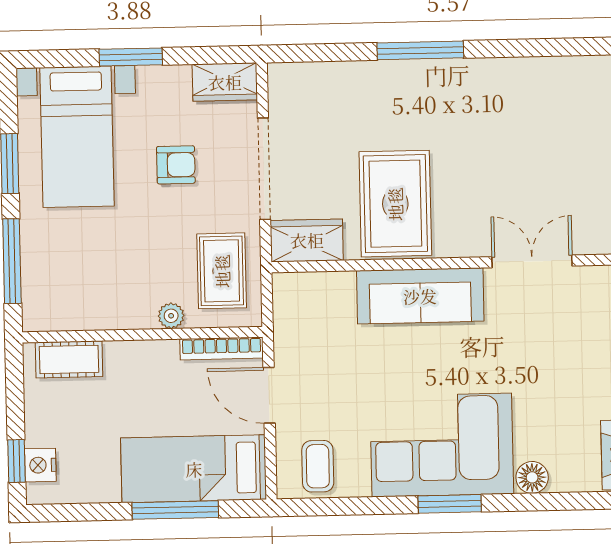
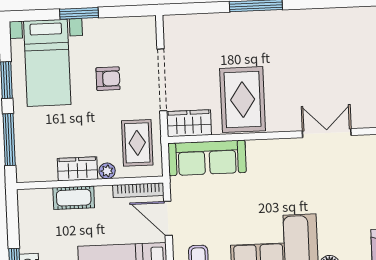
wardrobe: (225, 82) -> (78, 169), moved, turned 180
sofa: (420, 296) -> (207, 158), moved
cot: (69, 359) -> (74, 198), moved

